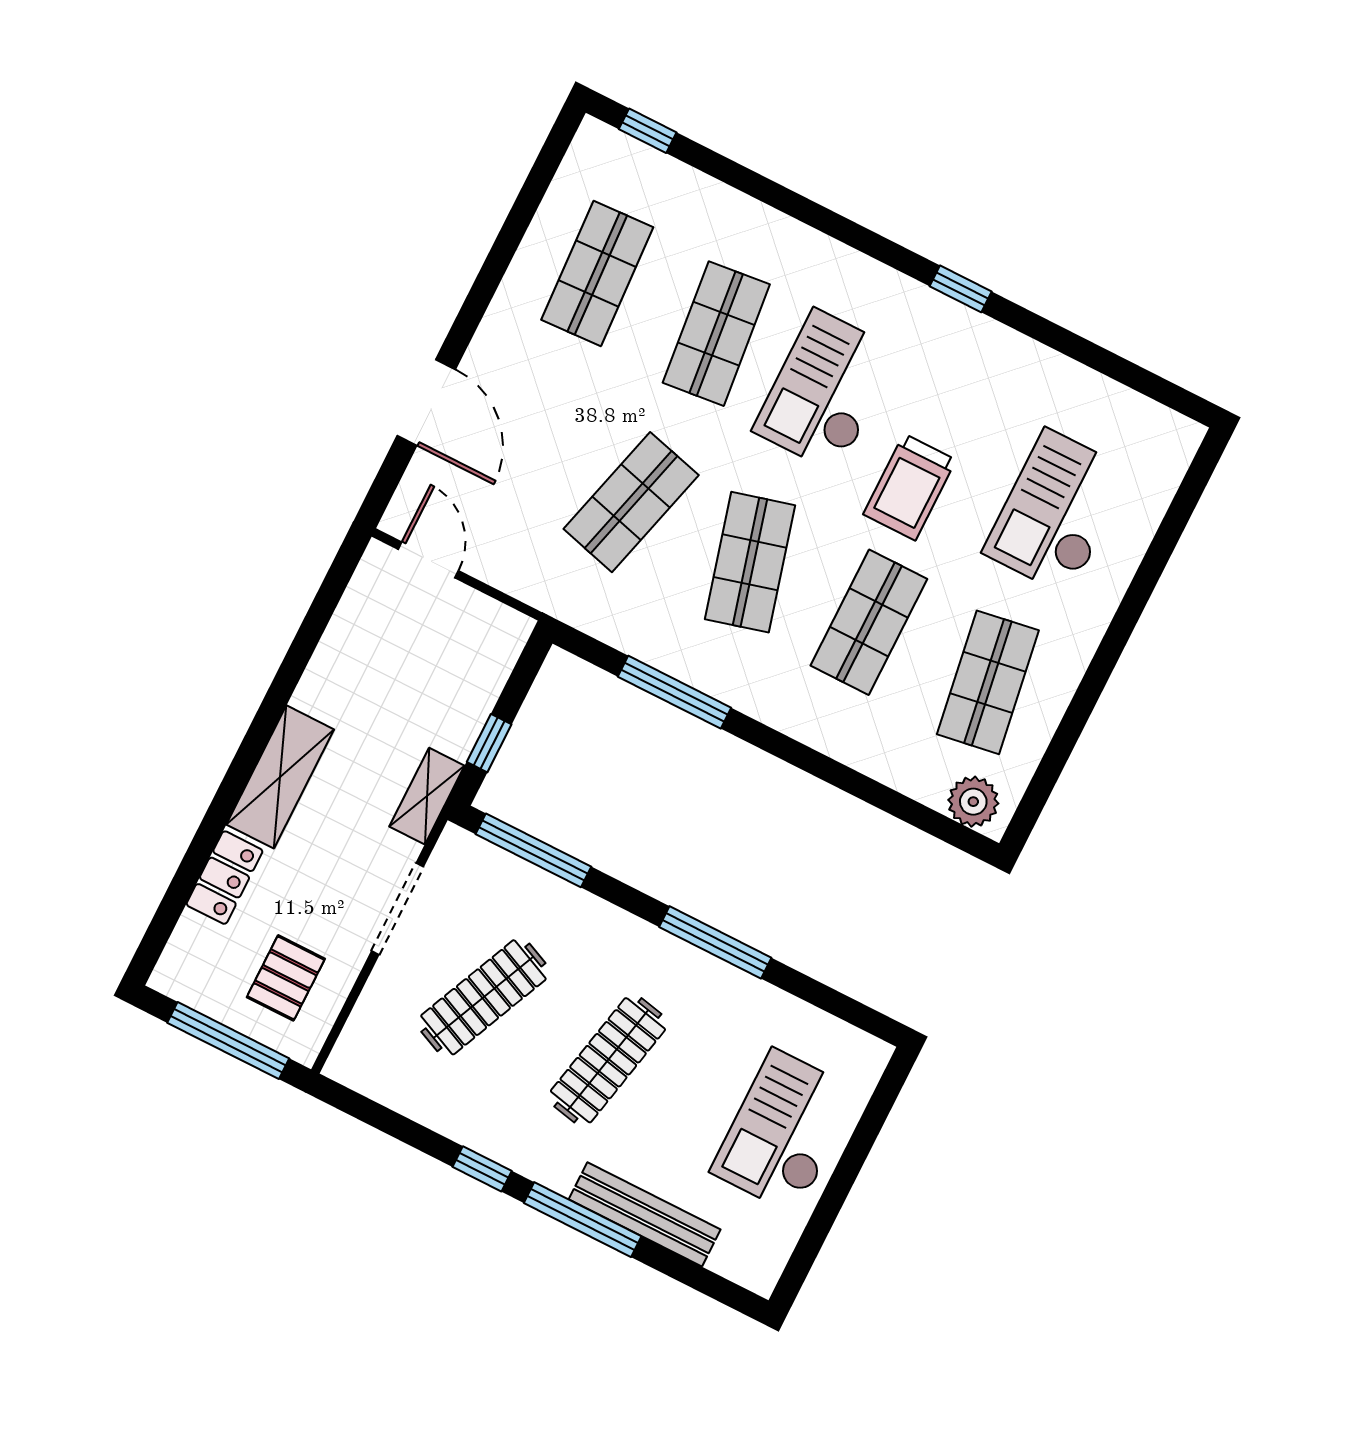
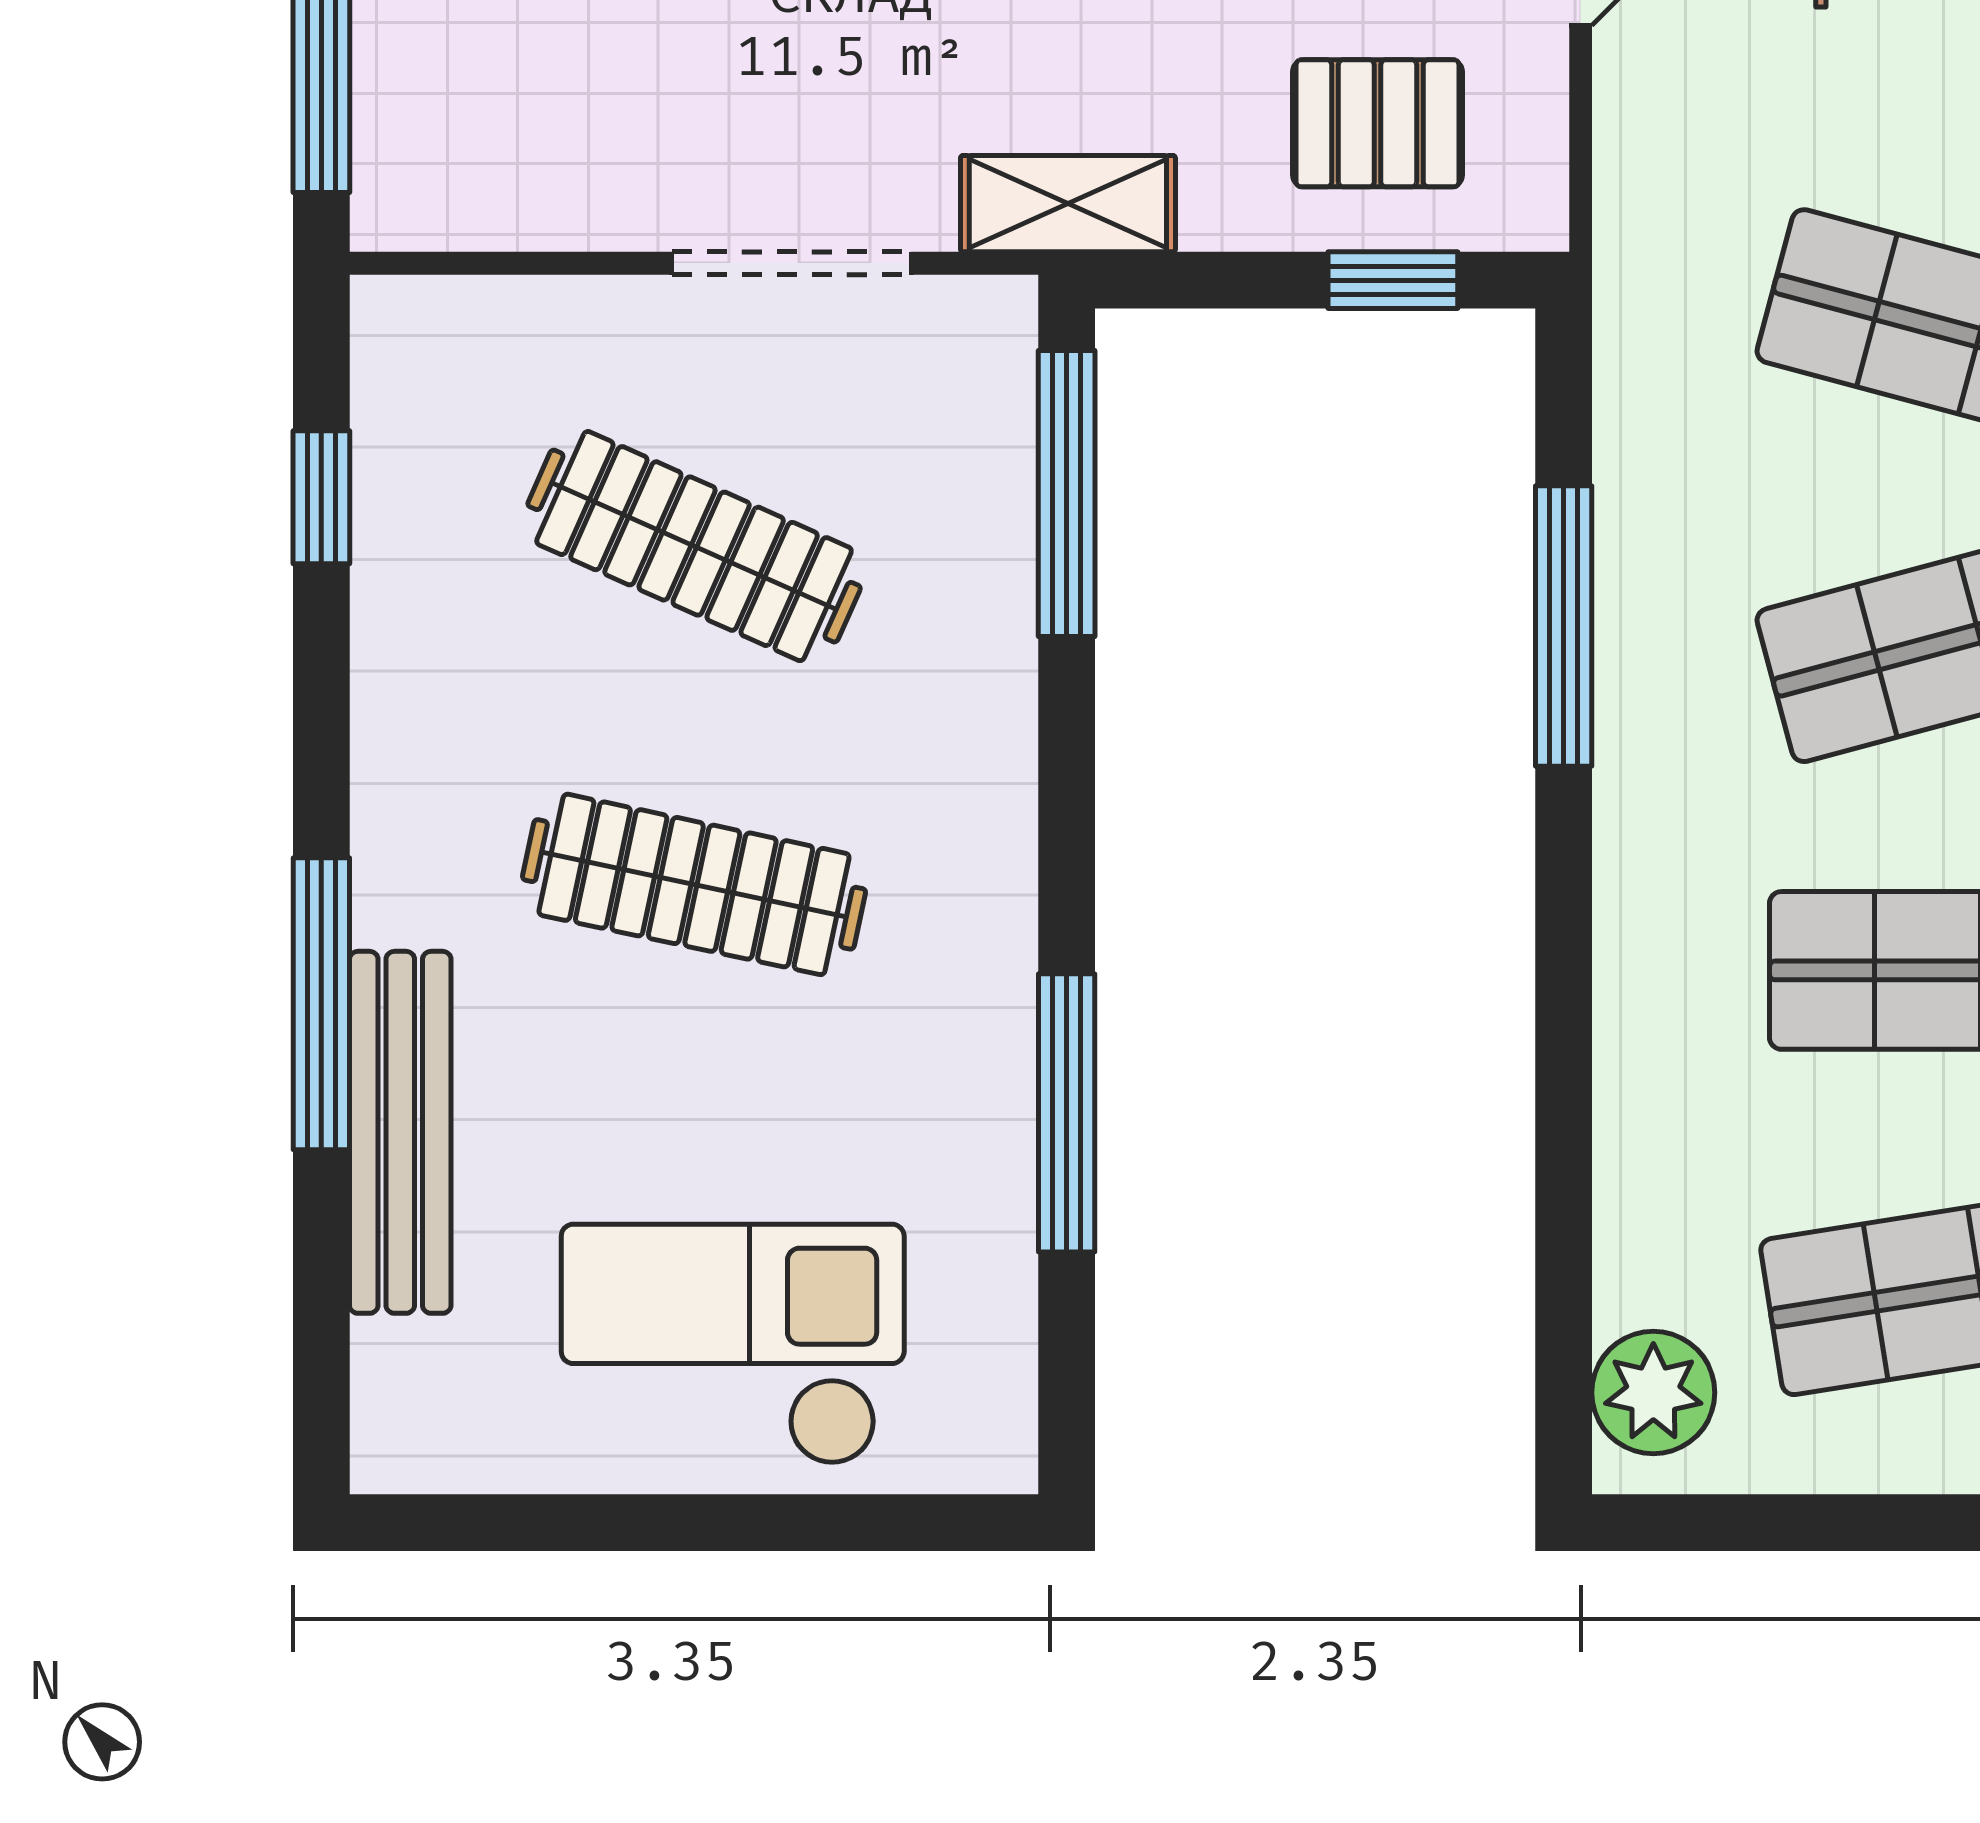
window: (489, 743) -> (1393, 280), moved
window: (715, 942) -> (1067, 1113), moved
pallet: (286, 978) -> (1377, 123), moved
window: (482, 1169) -> (321, 497), moved

